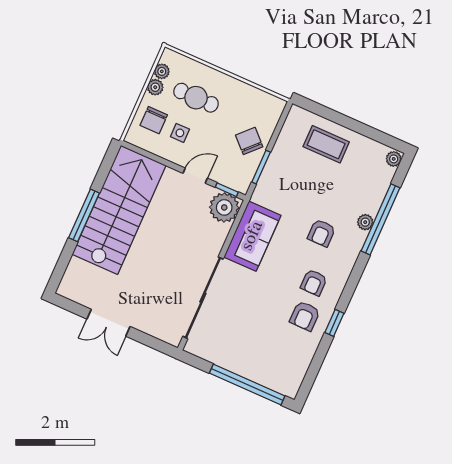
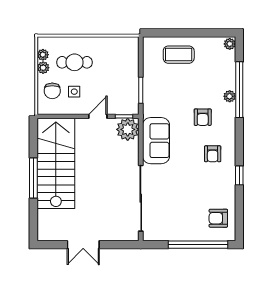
chair: (249, 141) -> (125, 76), removed
armchair: (305, 316) -> (218, 218), moved, turned 90

